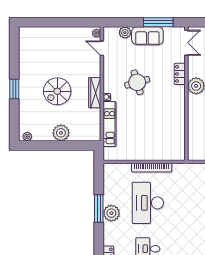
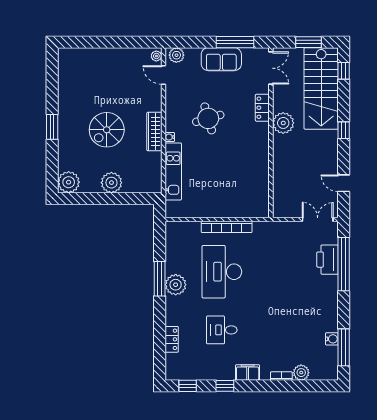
plant: (125, 33) -> (176, 55), moved
plant: (27, 137) -> (69, 182), width x1.87, depth x1.87

